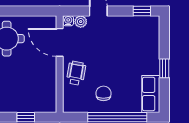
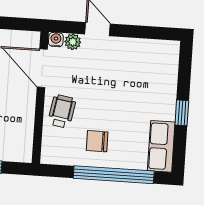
window: (142, 11) -> (157, 33), removed
chair: (103, 93) -> (97, 141), turned -90

